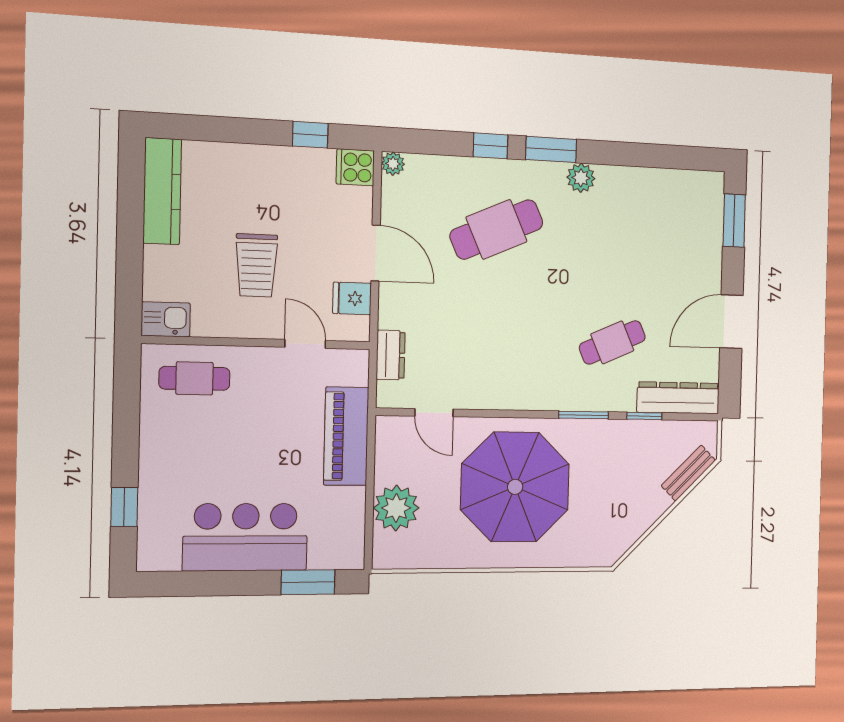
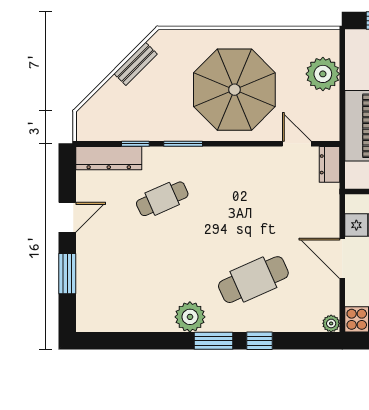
plant: (581, 178) -> (190, 317), width x1.36, depth x1.36
window: (734, 221) -> (67, 274), moved
door: (731, 322) -> (67, 217), width x0.73
dresser: (391, 355) -> (330, 164), moved
bench: (688, 473) -> (136, 64), moved

